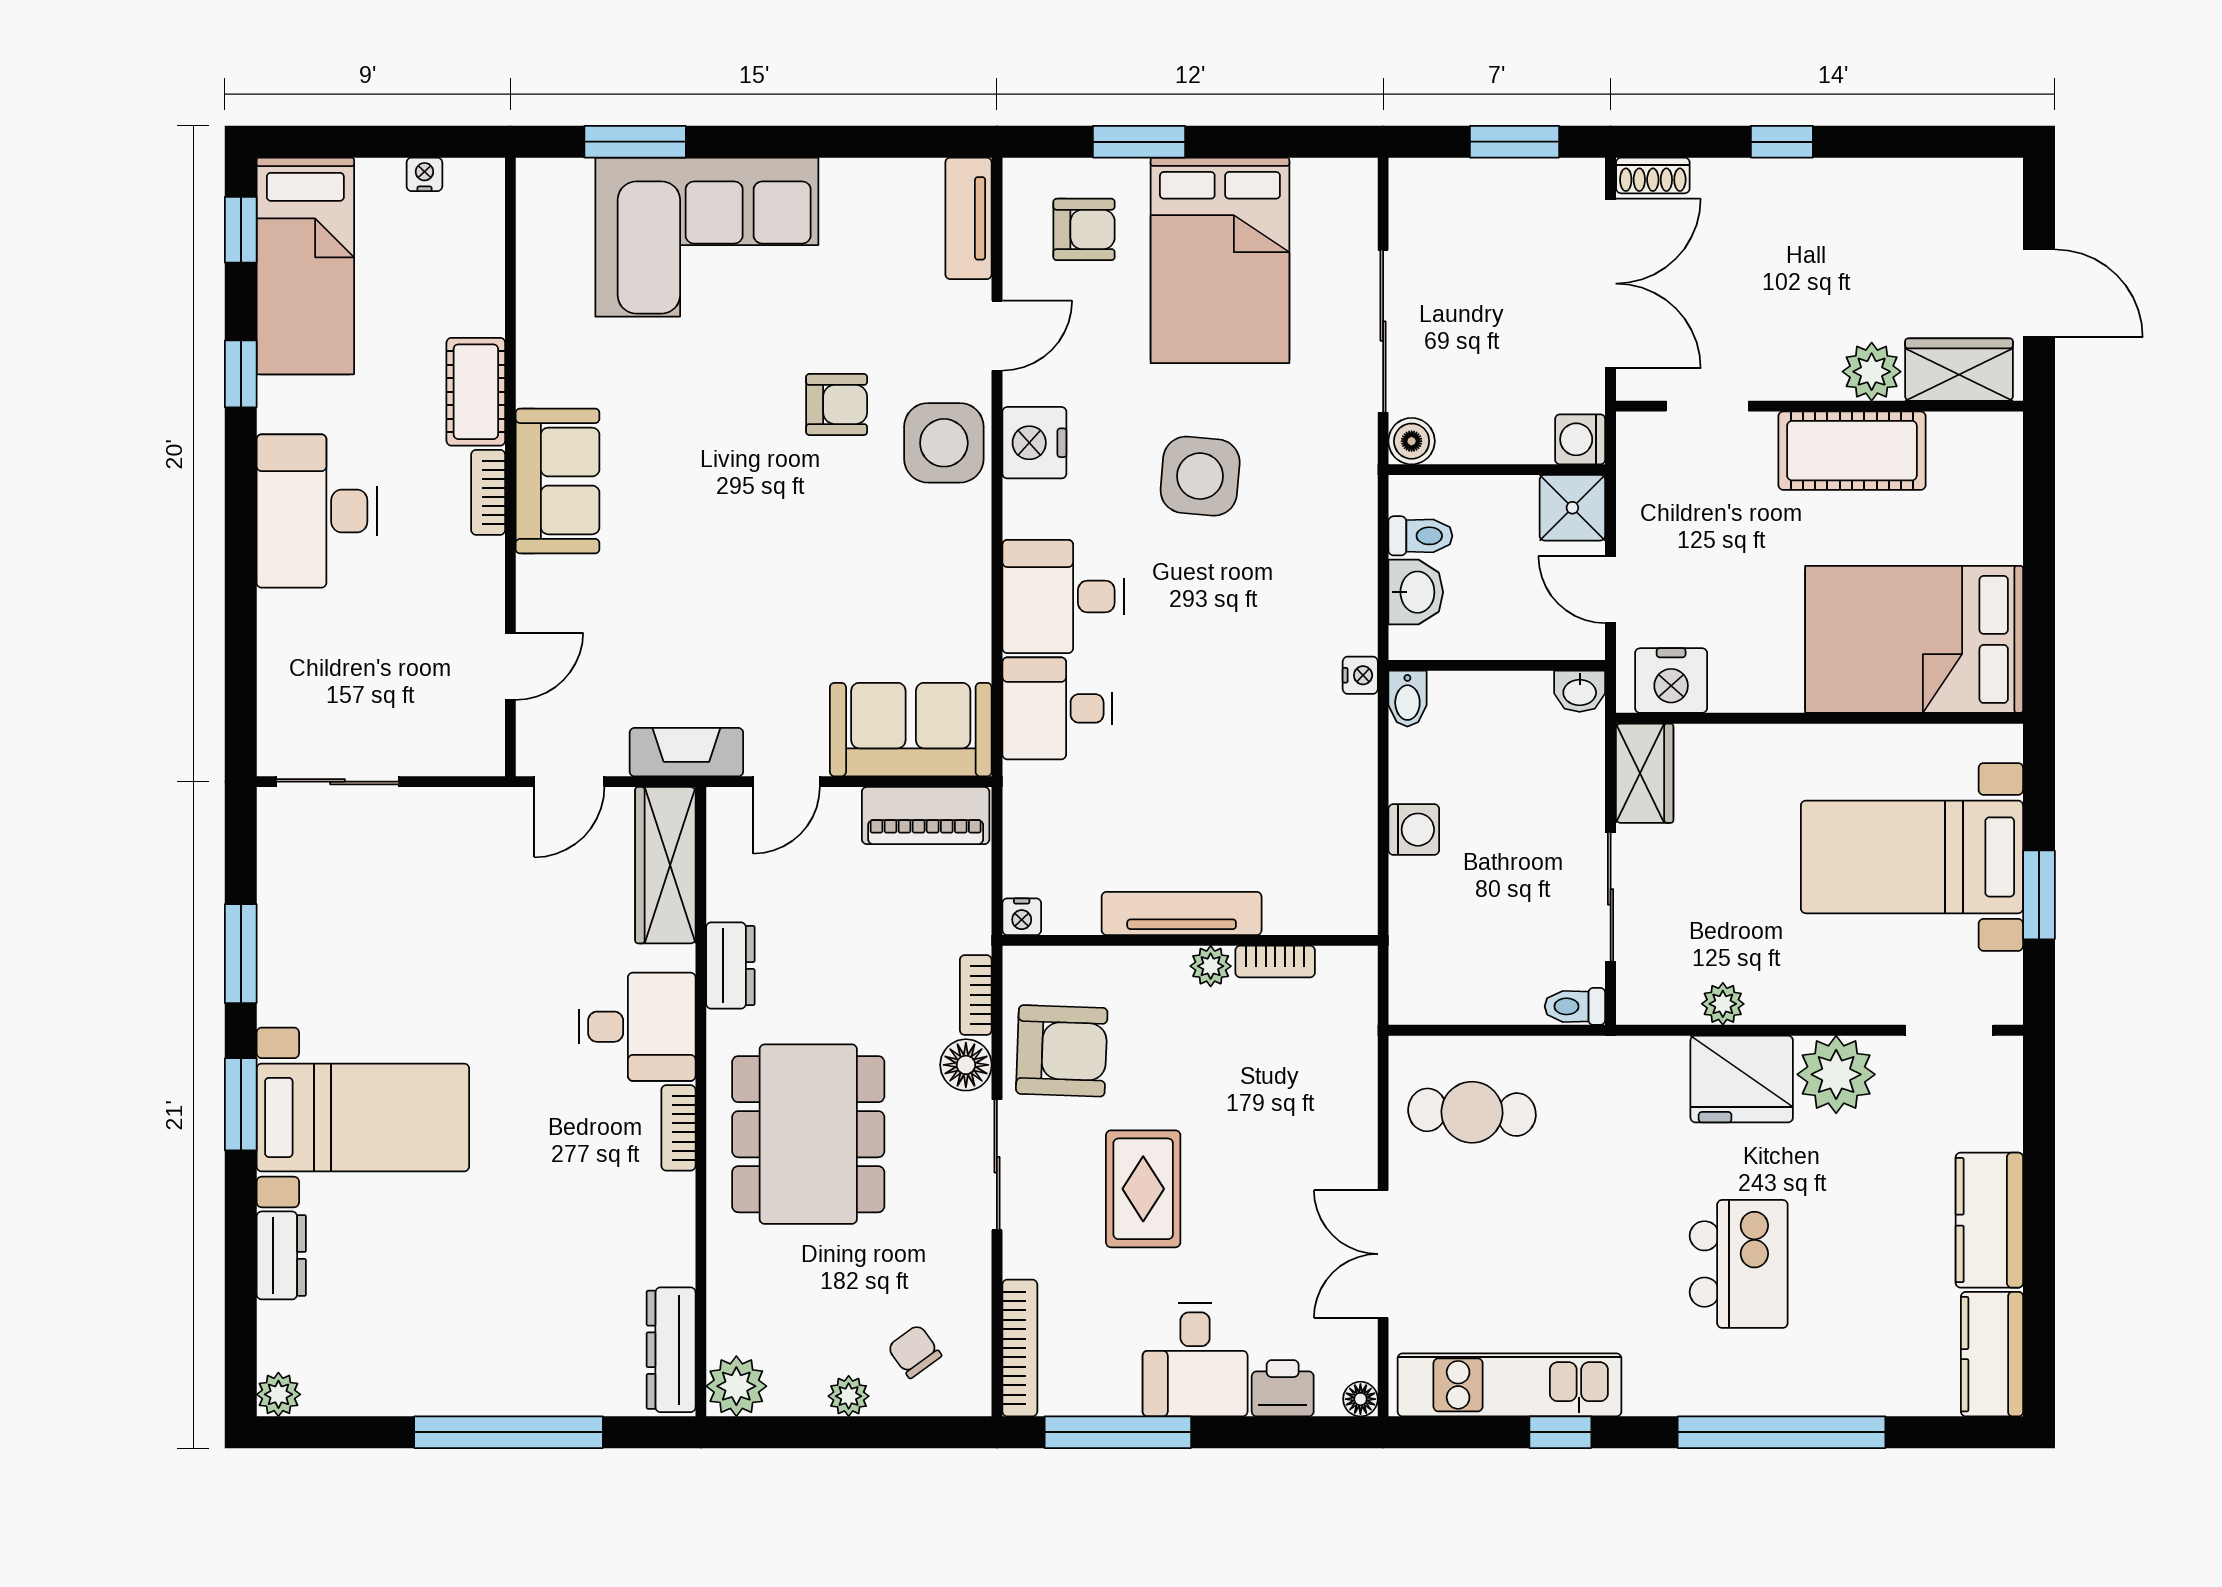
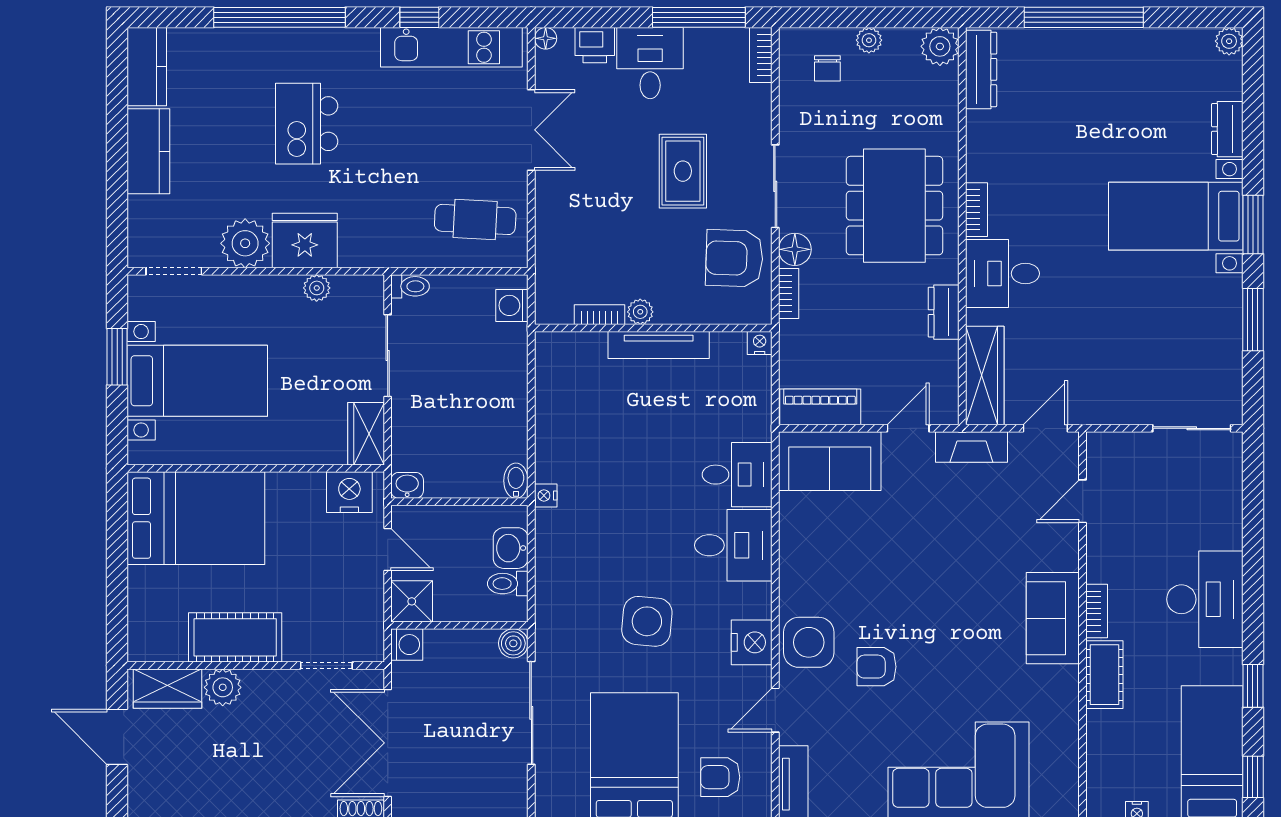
washing machine: (1414, 830) -> (512, 305), moved
bookcase: (1020, 1348) -> (761, 55), width x0.64
chair: (914, 1351) -> (827, 68), turned 36

